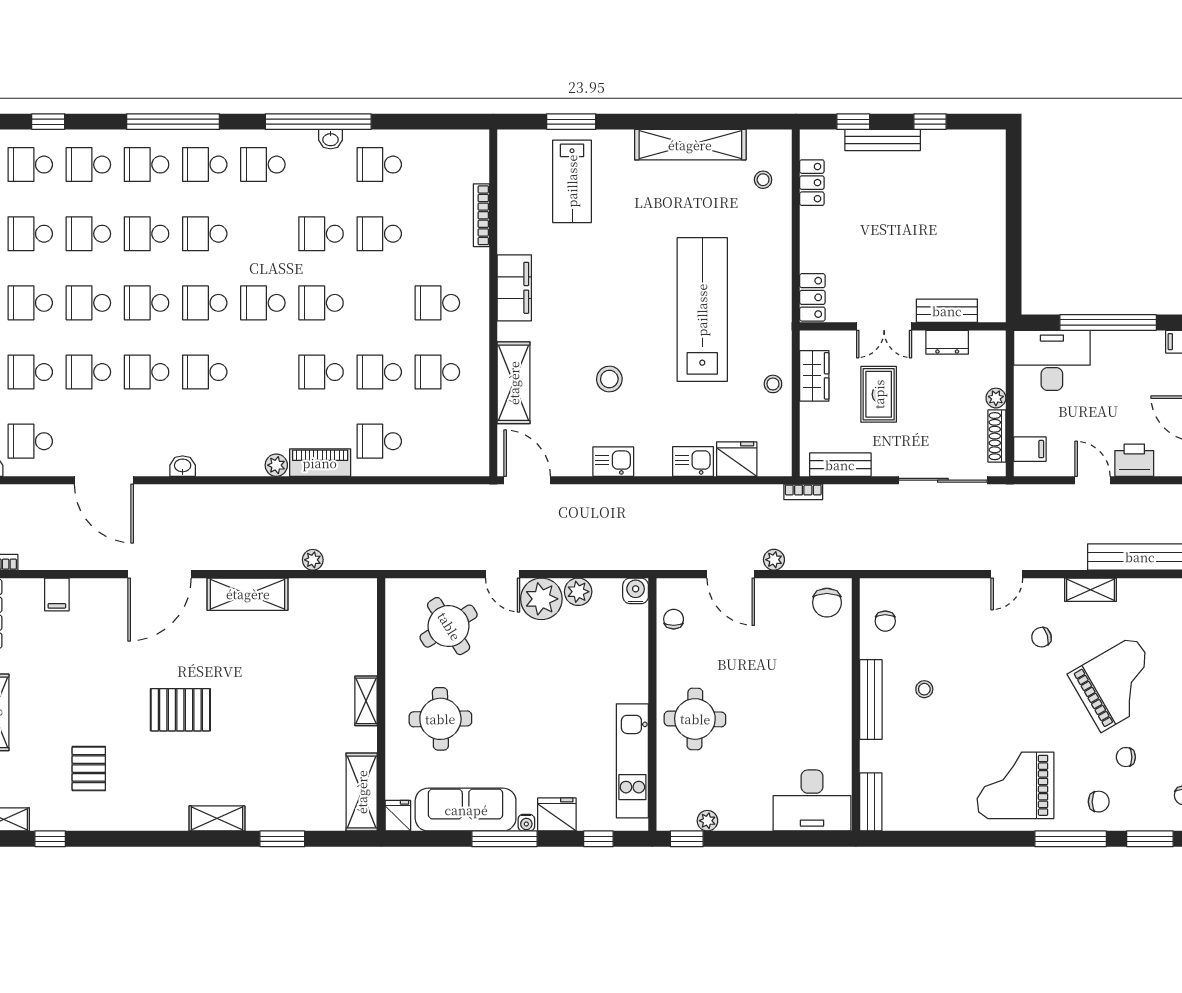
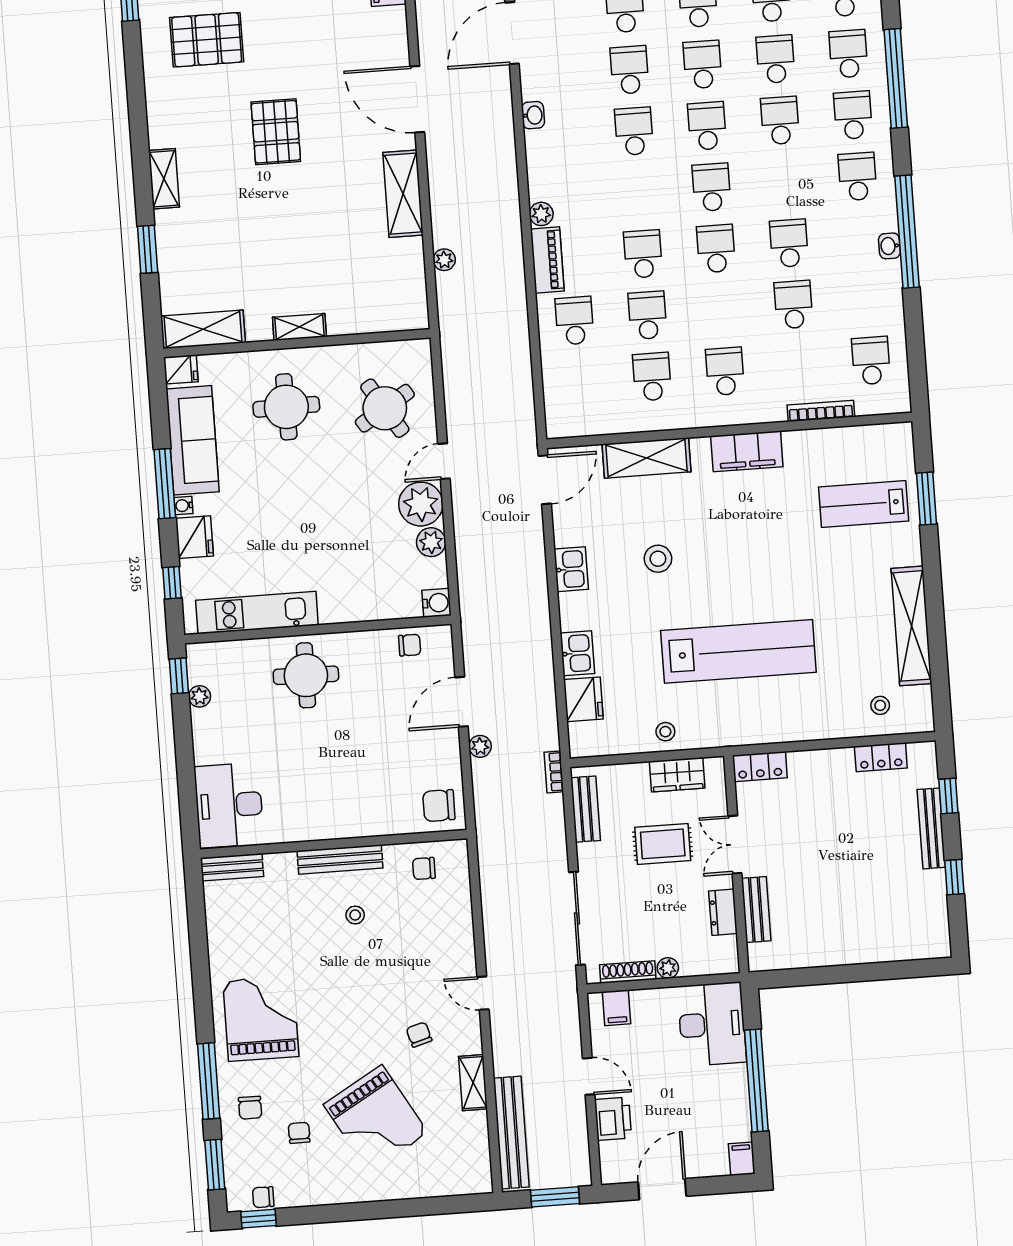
school desk: (379, 165) -> (871, 361), moved
door: (1093, 480) -> (589, 1076), hinge flipped
pallet: (89, 769) -> (207, 40), width x1.50, depth x1.42

